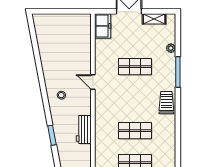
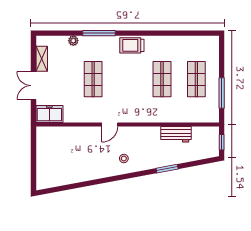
workbench: (84, 130) -> (176, 134), moved

